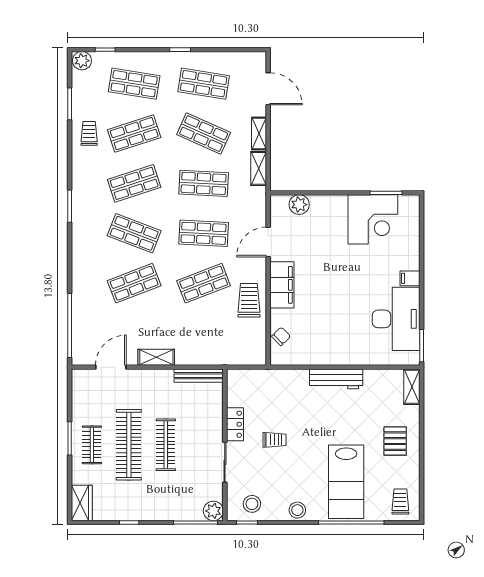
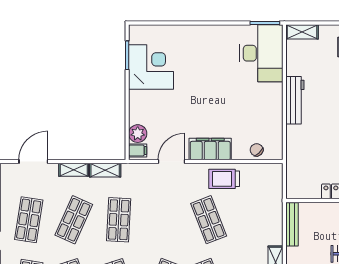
shop shelf: (204, 233) -> (164, 220), removed
door: (268, 242) -> (171, 162), swing flipped
filing cabinet: (410, 278) -> (138, 151), moved, turned -90
desk: (396, 319) -> (261, 53), moved, turned 90

